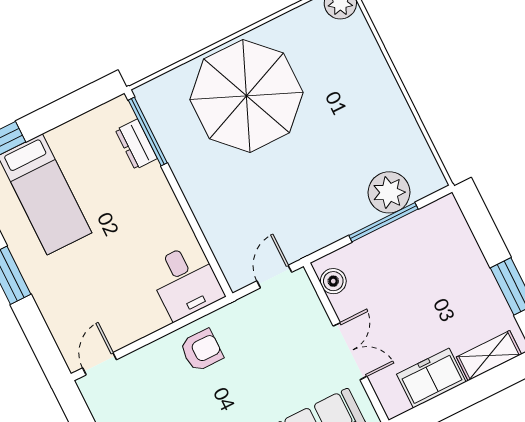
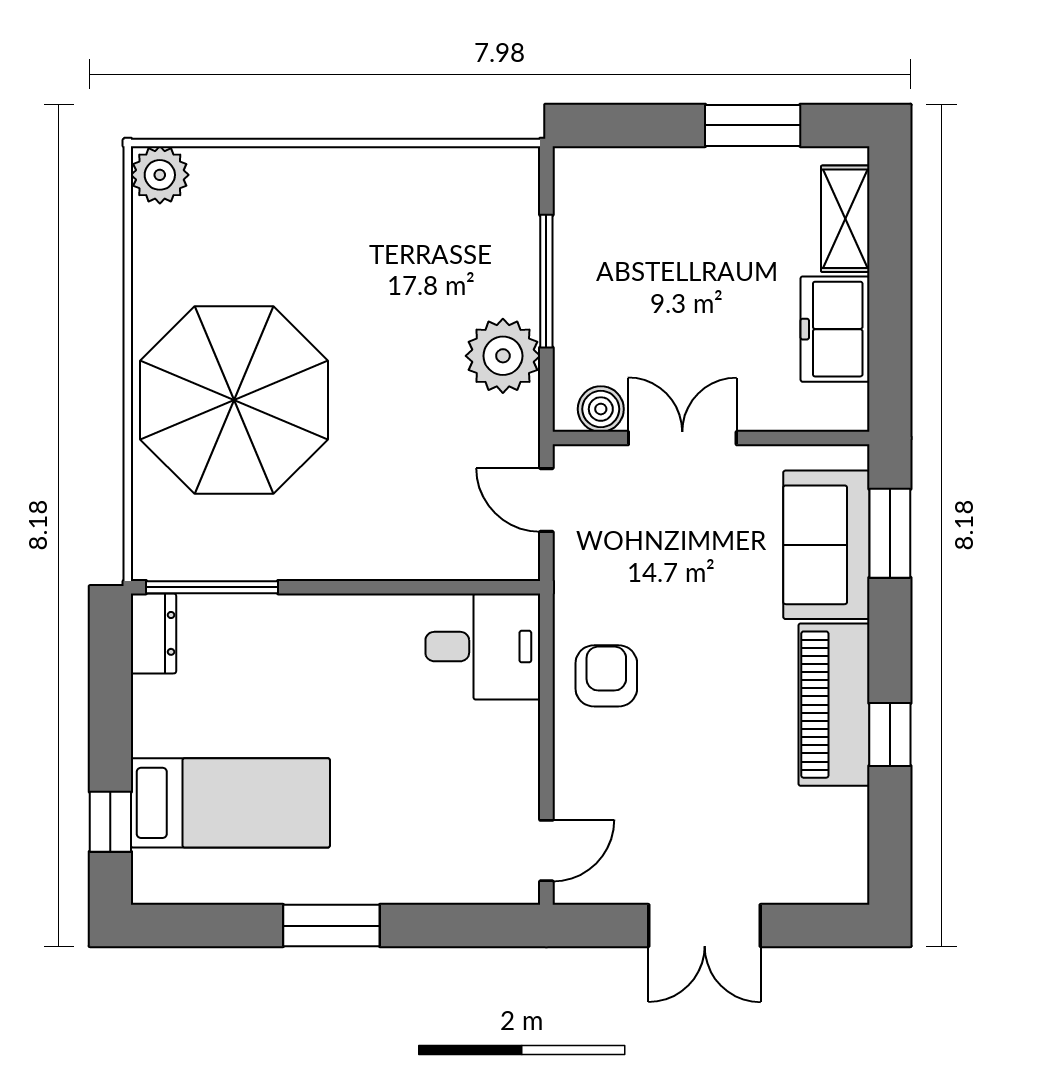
dresser: (136, 144) -> (153, 633), moved, turned -90
plant: (389, 192) -> (503, 356), moved
double door: (350, 351) -> (682, 438), moved
door: (100, 364) -> (546, 851), swing flipped

